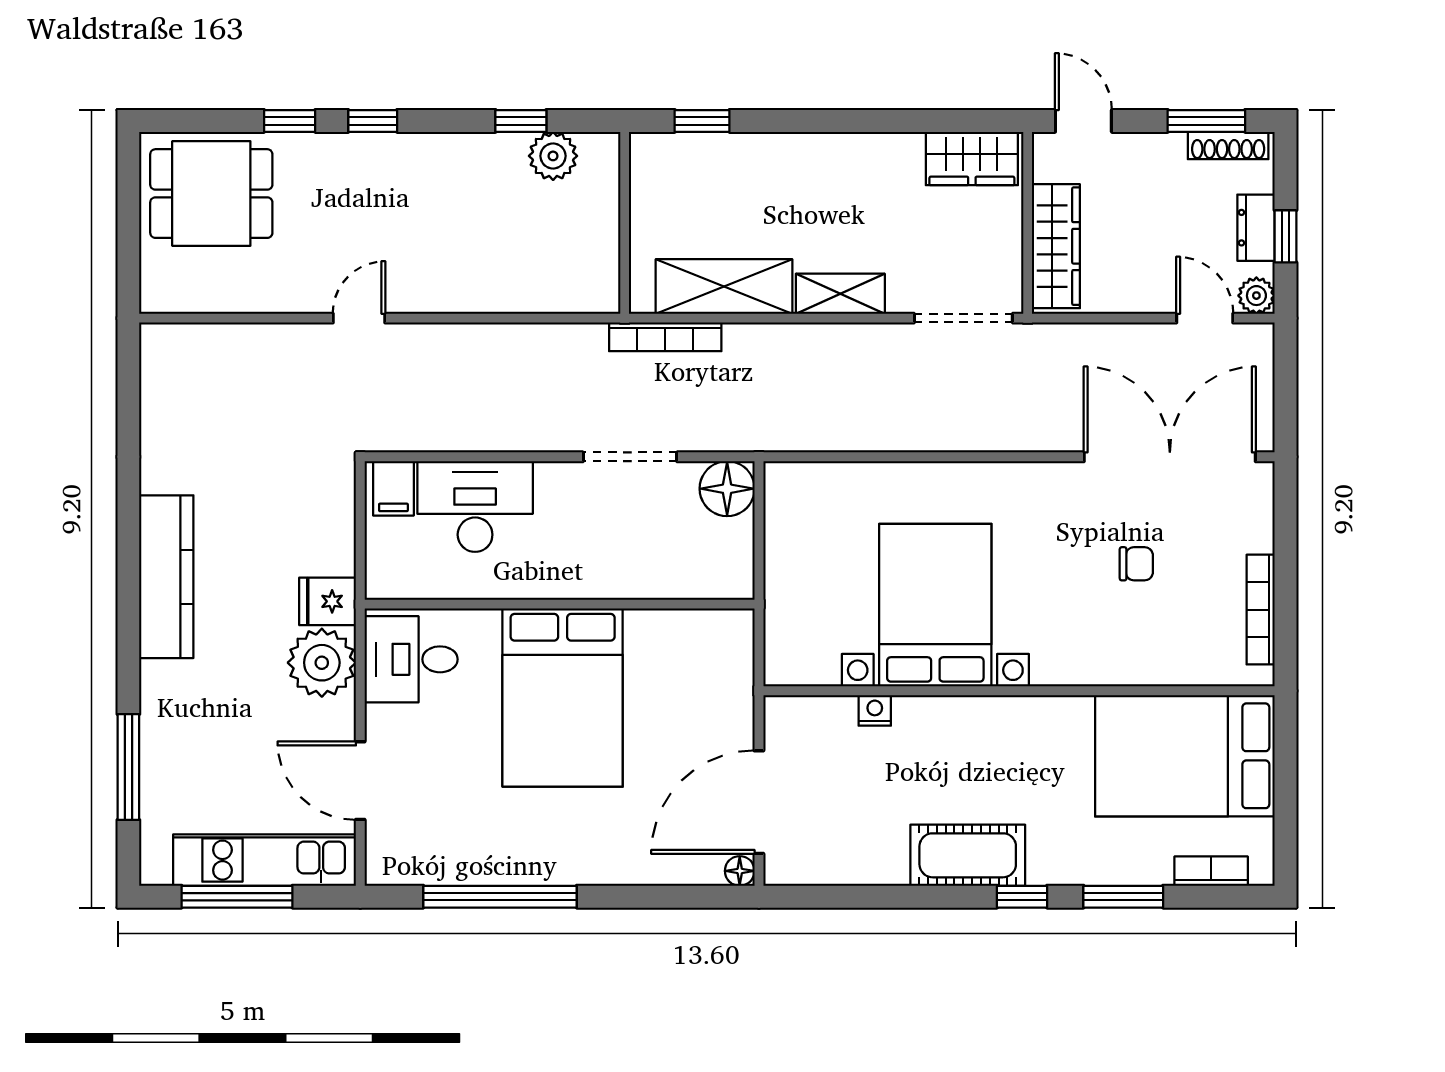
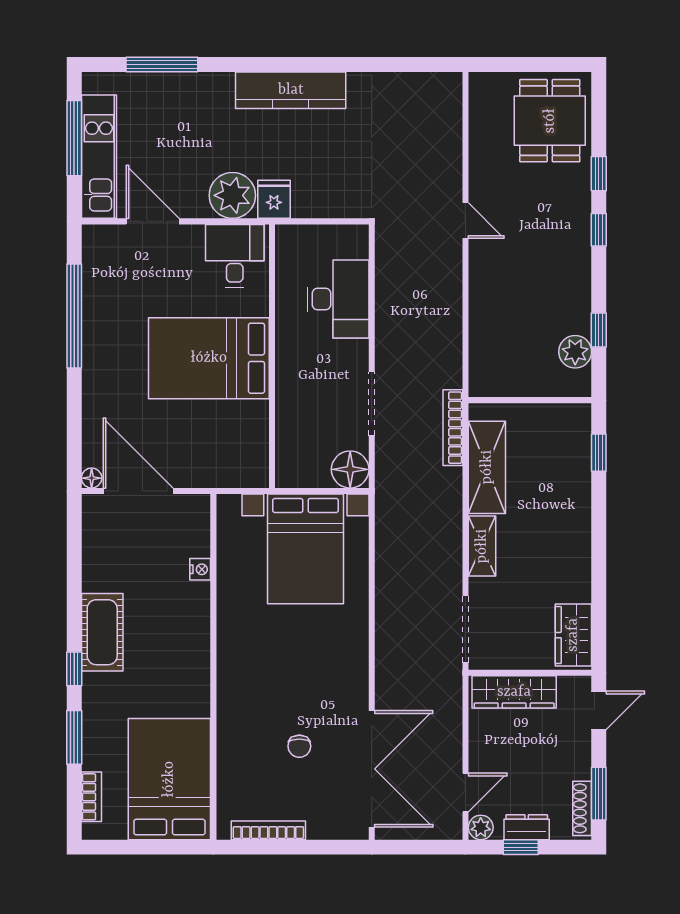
filing cabinet: (393, 488) -> (350, 244), removed
bed with nightstands: (935, 605) -> (305, 549), moved, turned 90
door: (360, 781) -> (153, 221), hinge flipped

